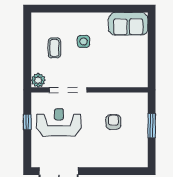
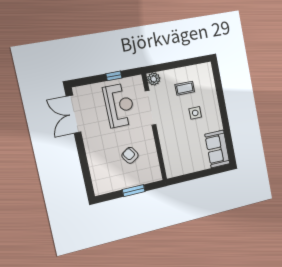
armchair: (113, 122) -> (130, 155), turned -124

